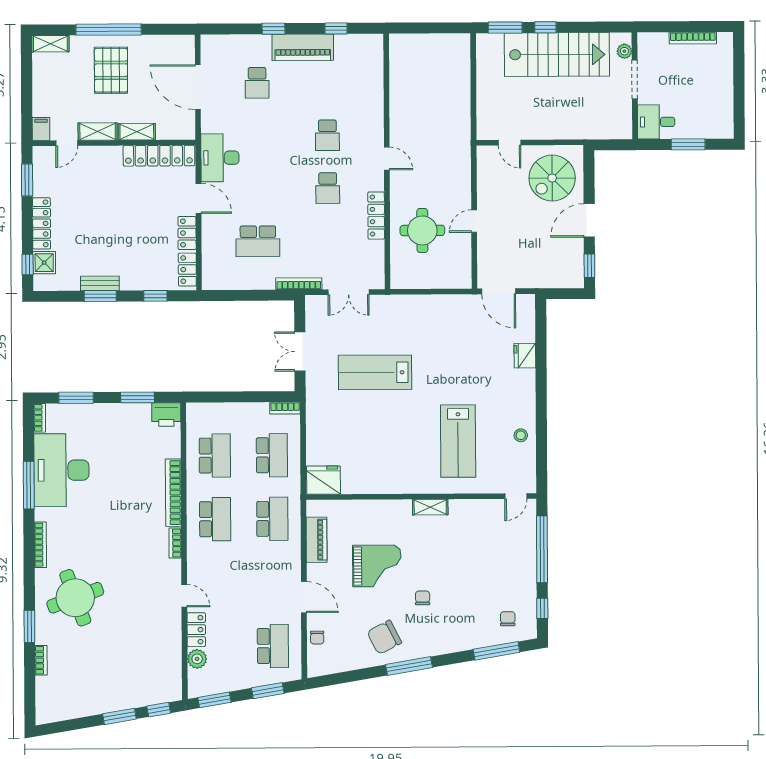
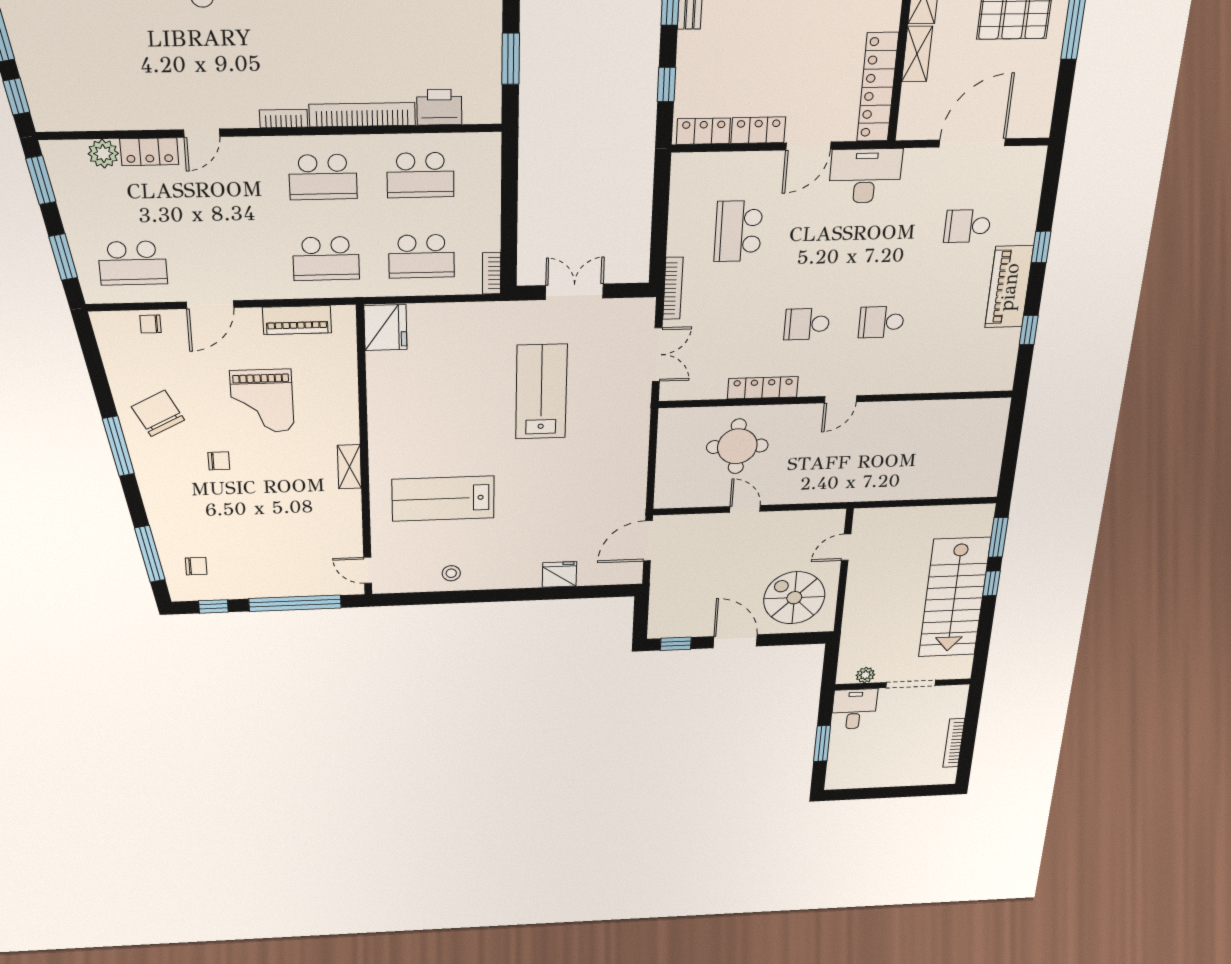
plant: (624, 51) -> (865, 675), moved
double door: (349, 292) -> (657, 355), swing flipped
printer: (166, 415) -> (439, 107), moved, turned 90

